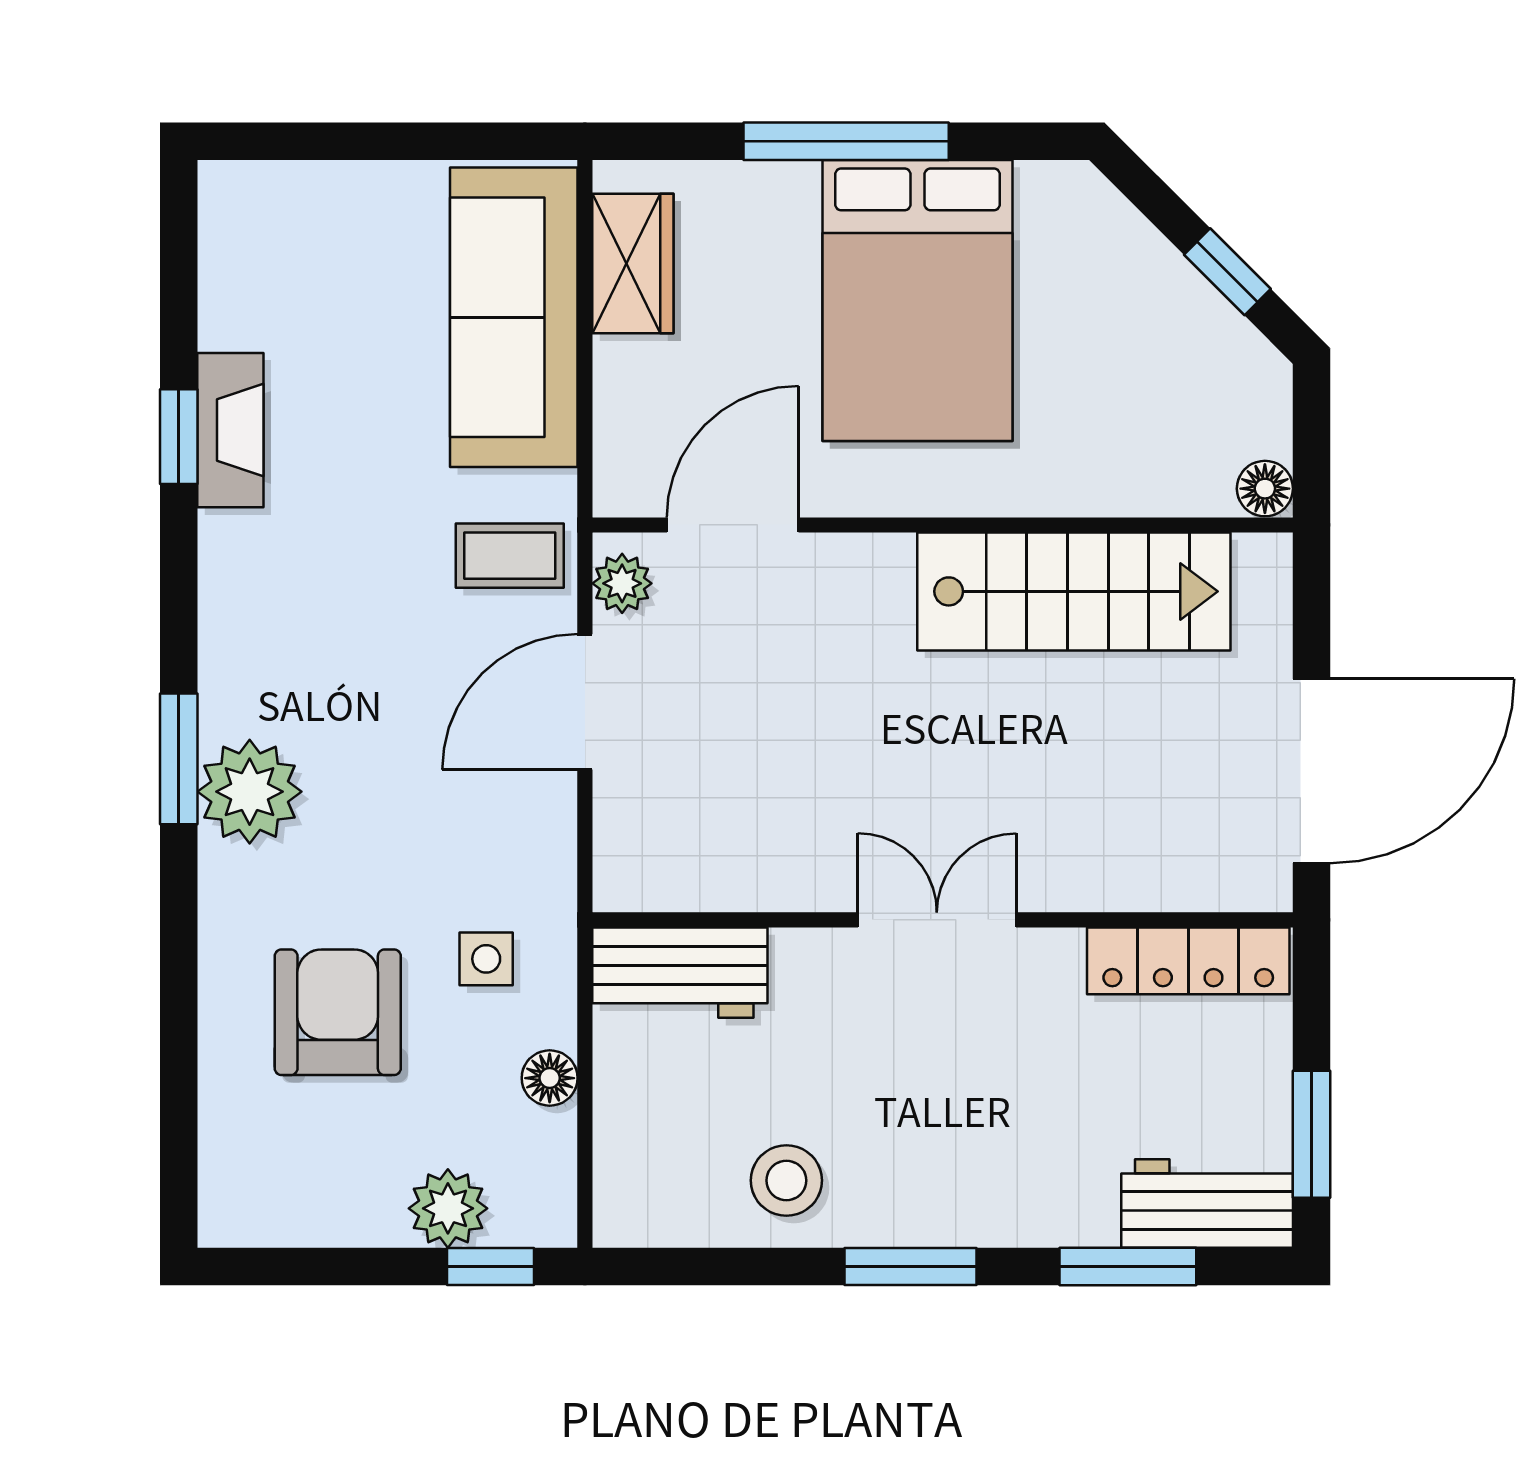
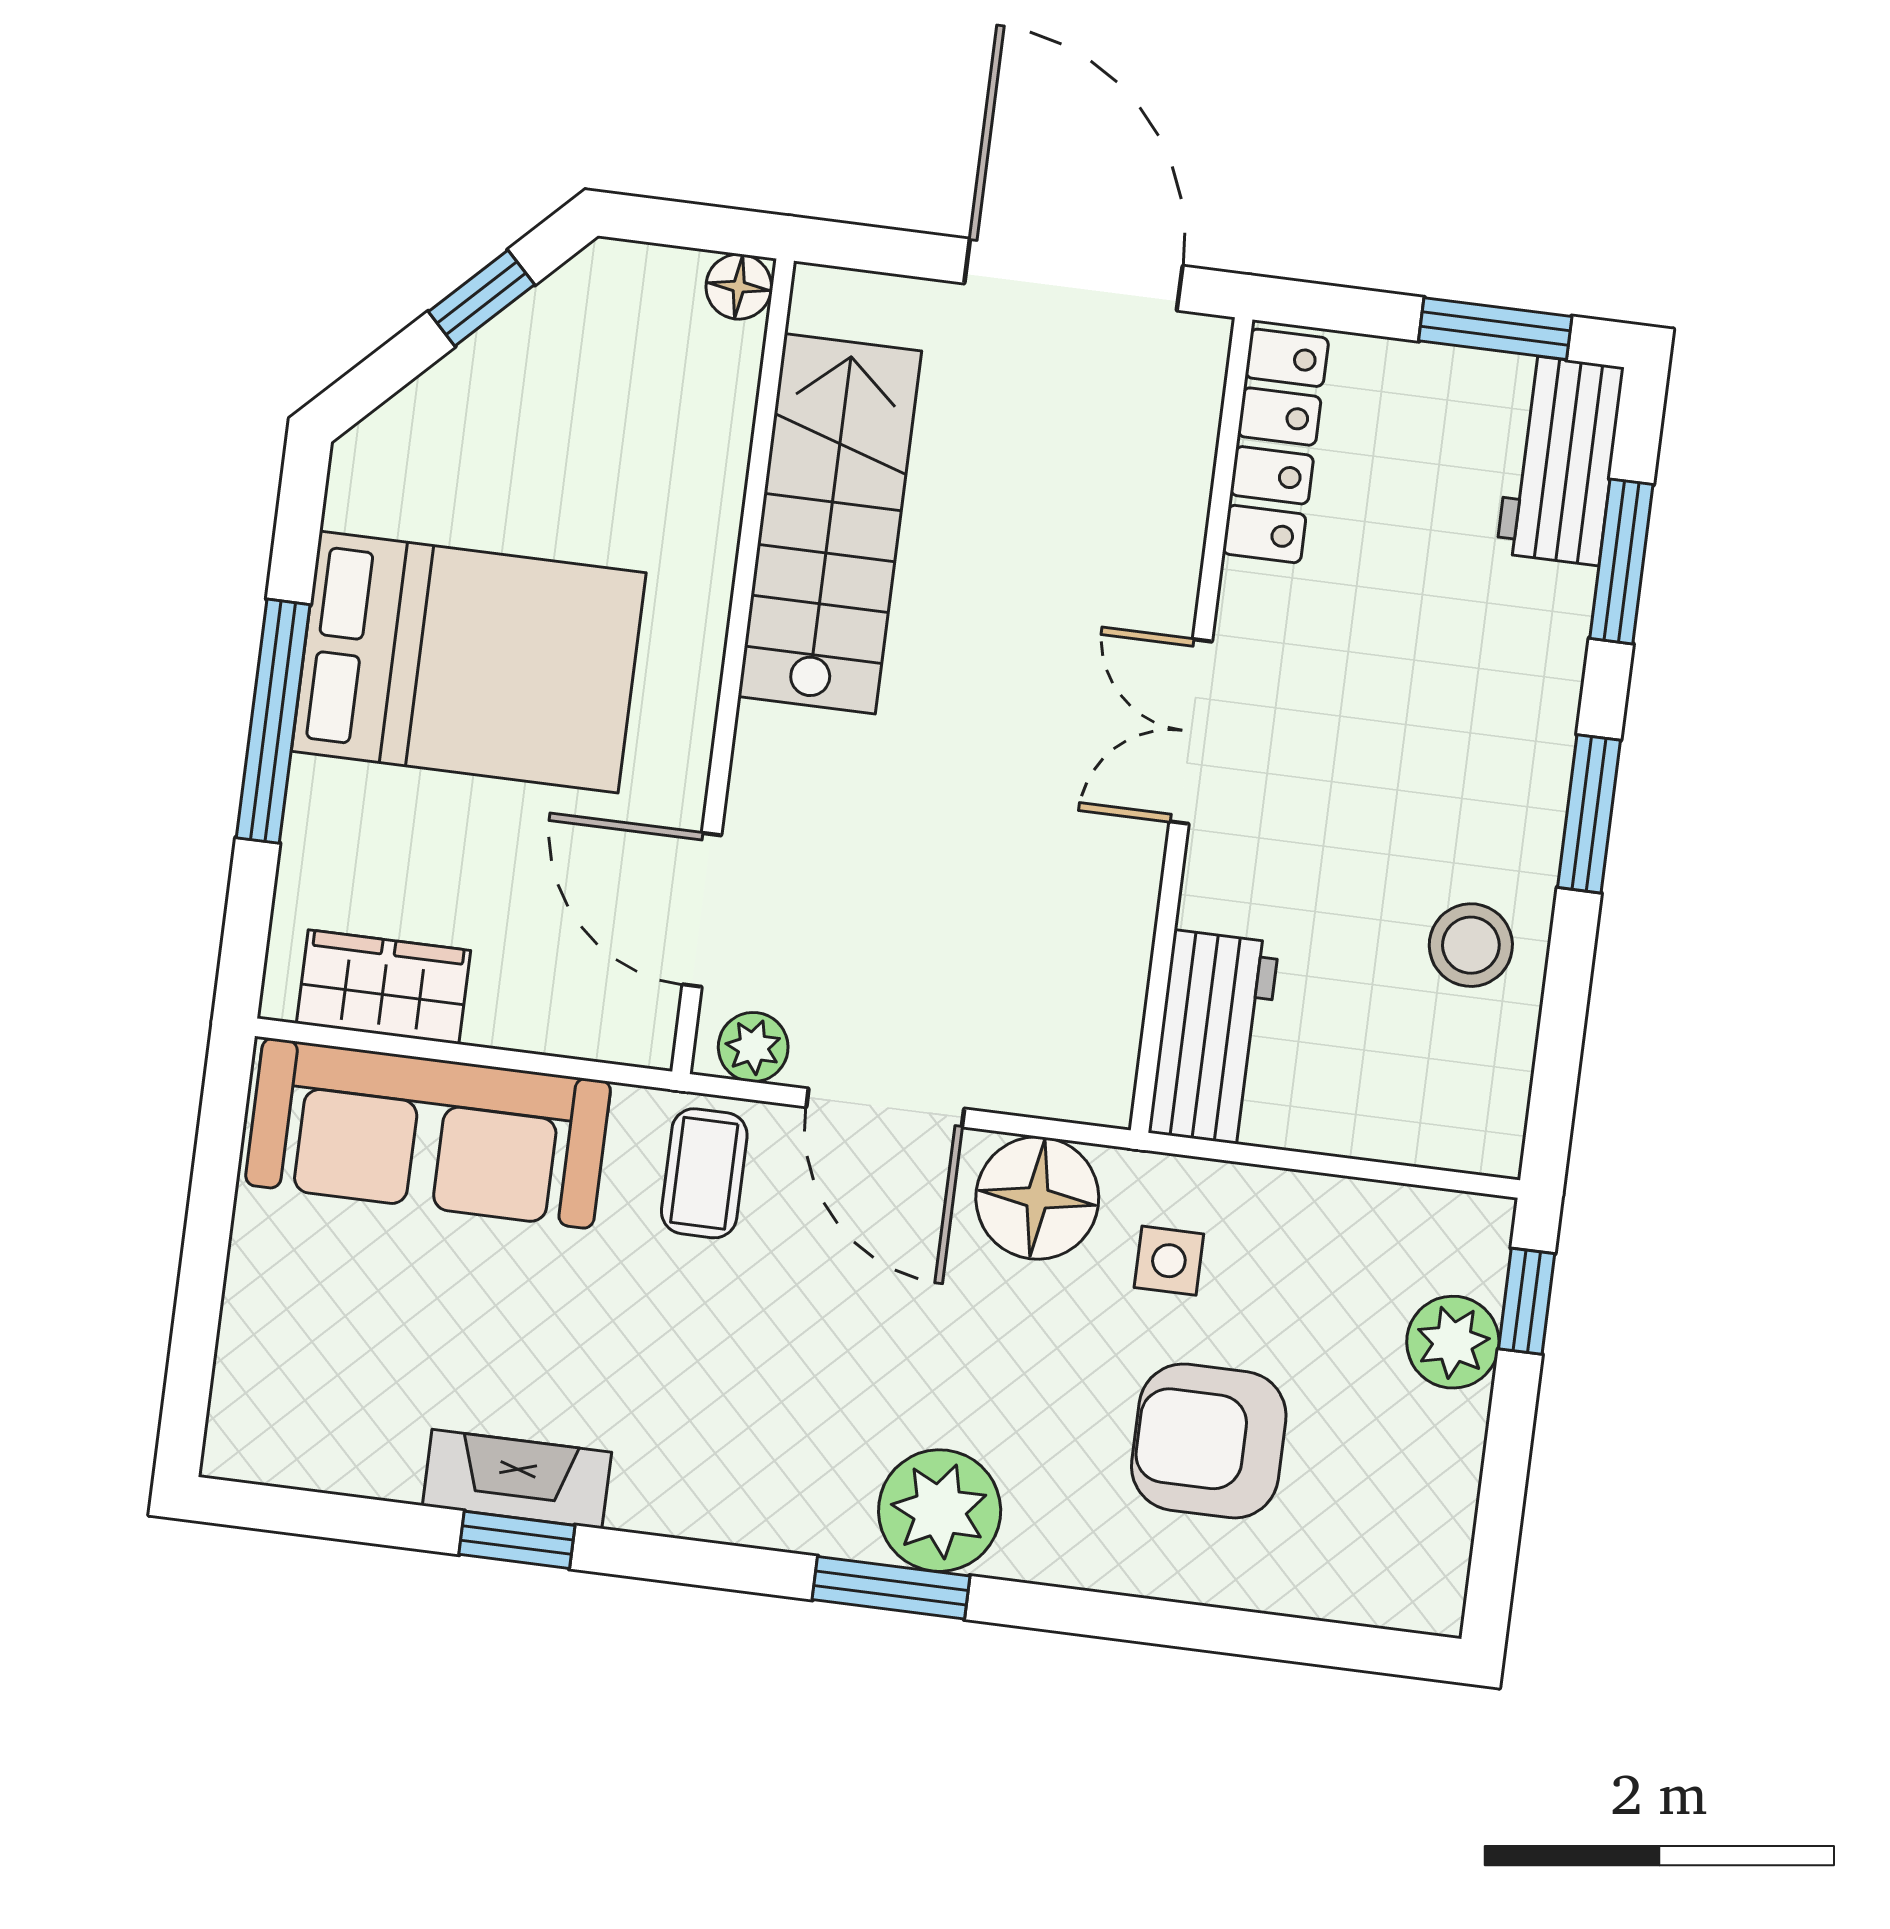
floor lamp: (550, 1078) -> (1037, 1198), moved, width x1.89, depth x1.89

